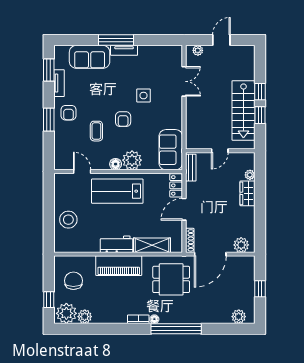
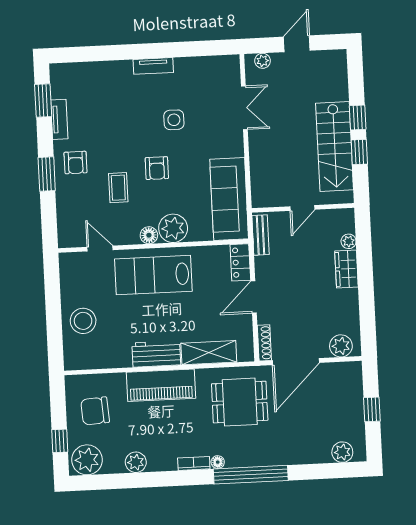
window: (116, 40) -> (141, 51), removed
sofa: (90, 57) -> (103, 78), removed
side table: (143, 96) -> (174, 120), moved
sofa: (171, 150) -> (229, 199), width x1.36
chair: (73, 281) -> (95, 411), turned -94
plant: (85, 317) -> (136, 462), moved

